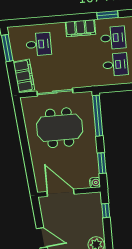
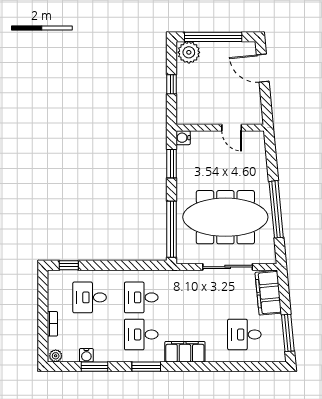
meeting table: (60, 128) -> (225, 217), width x1.36
window: (23, 137) -> (276, 209), added
door: (61, 193) -> (232, 128), width x0.53
window: (106, 211) -> (172, 84), moved

